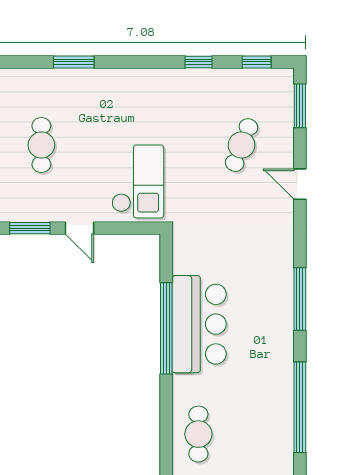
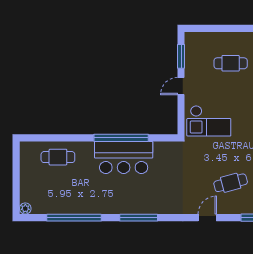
cafe table: (242, 145) -> (231, 183), turned -36

